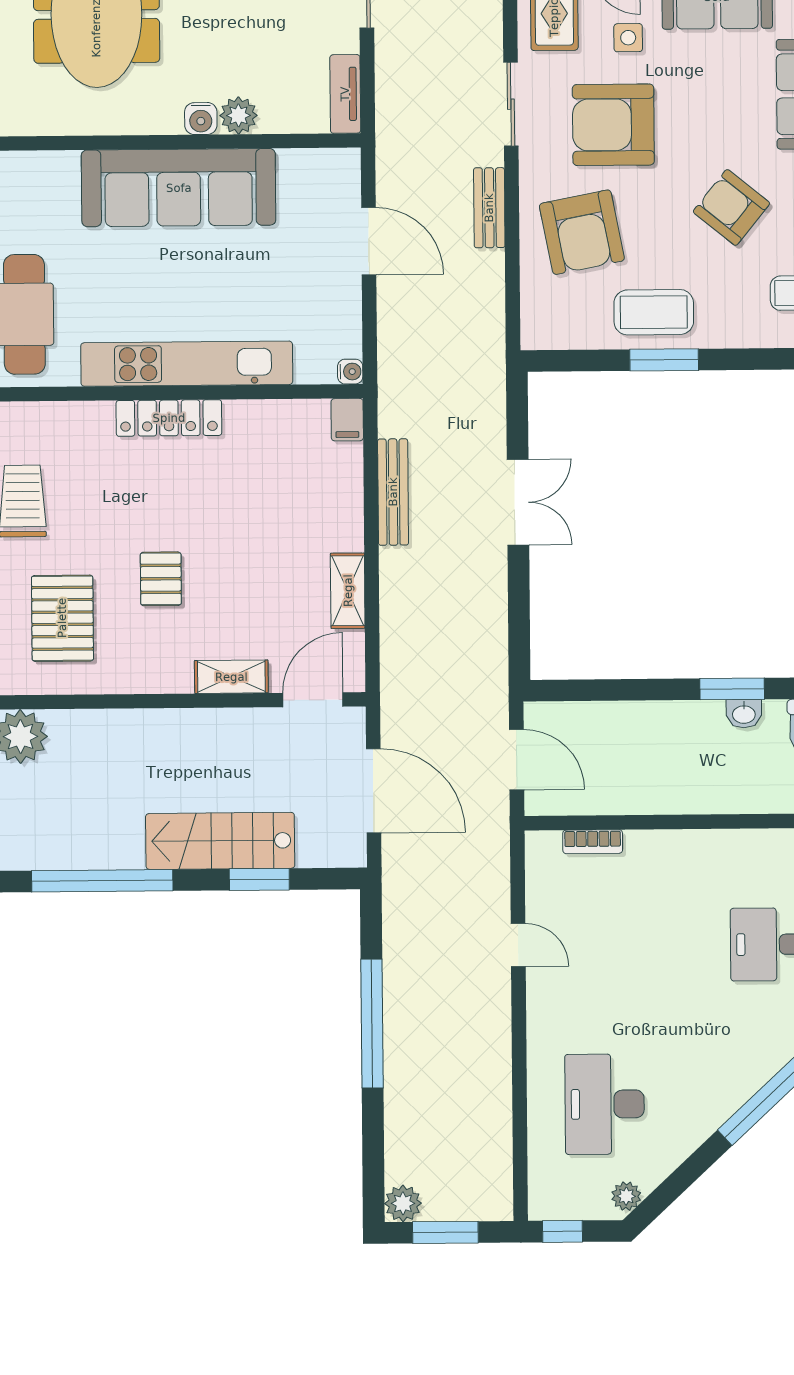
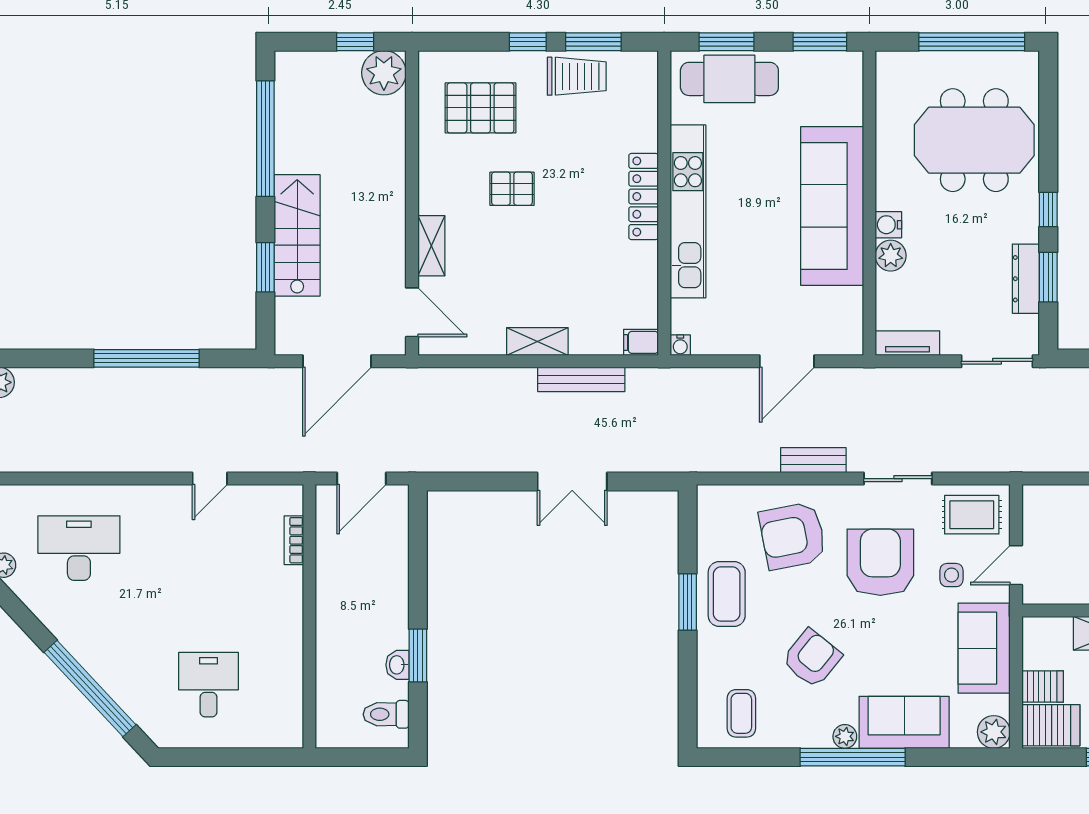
shelving: (348, 591) -> (537, 342), moved

